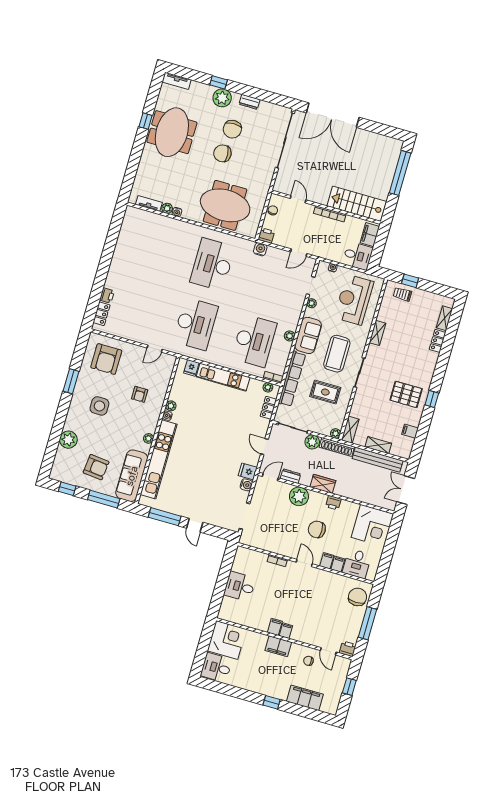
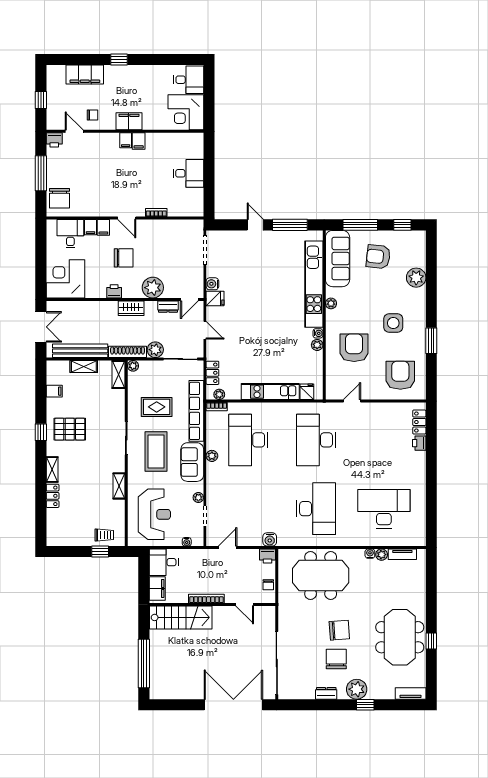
desk: (154, 248) -> (384, 509), added
shelving: (444, 318) -> (52, 470), moved
armchair: (140, 394) -> (354, 348), width x1.88, depth x1.88

